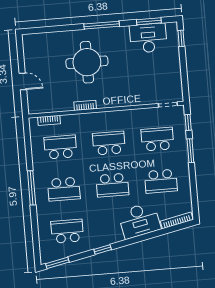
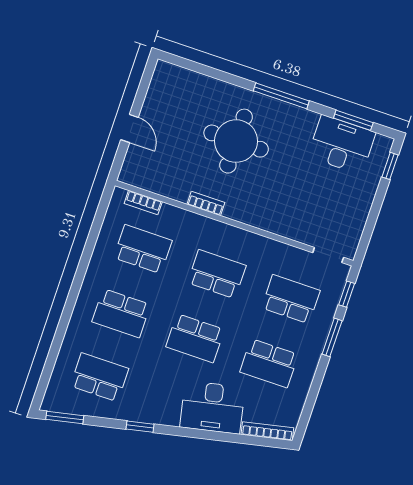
window: (32, 188) -> (75, 291), removed

